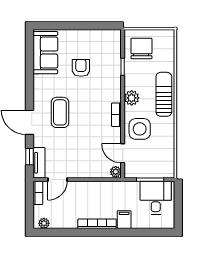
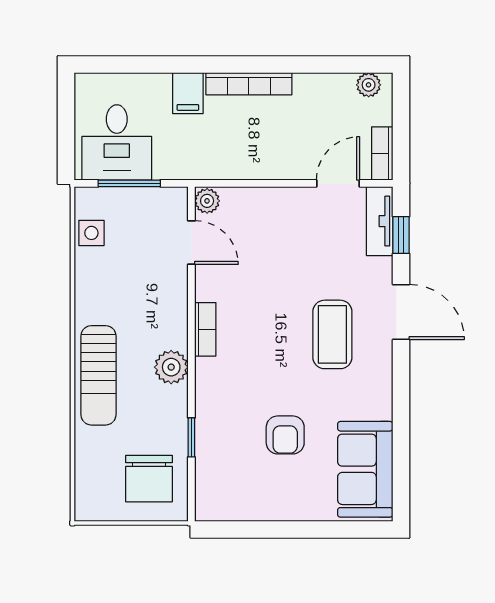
side table: (140, 129) -> (91, 233), moved, width x0.54, depth x0.54

